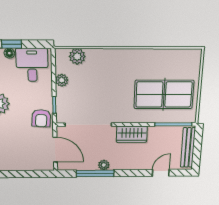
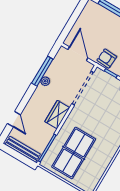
door: (55, 150) -> (78, 54), swing flipped

